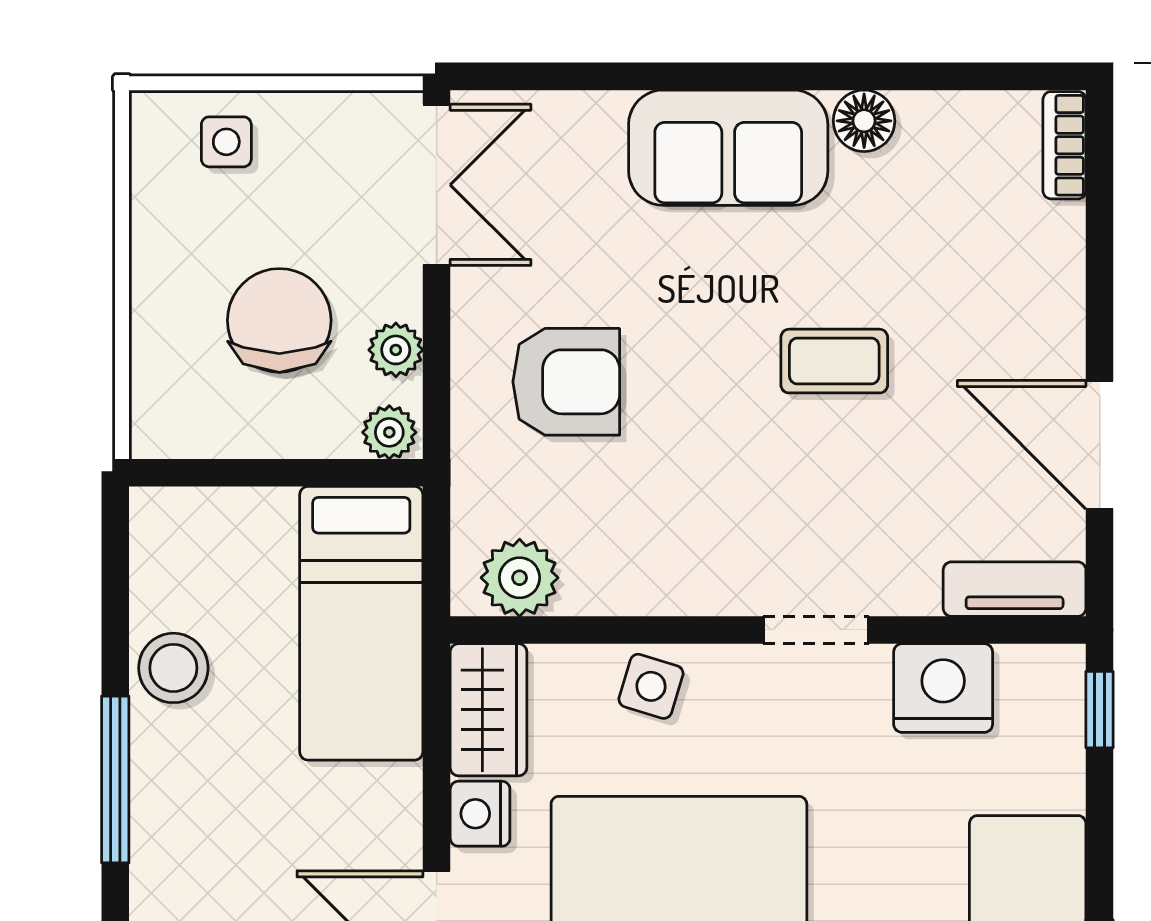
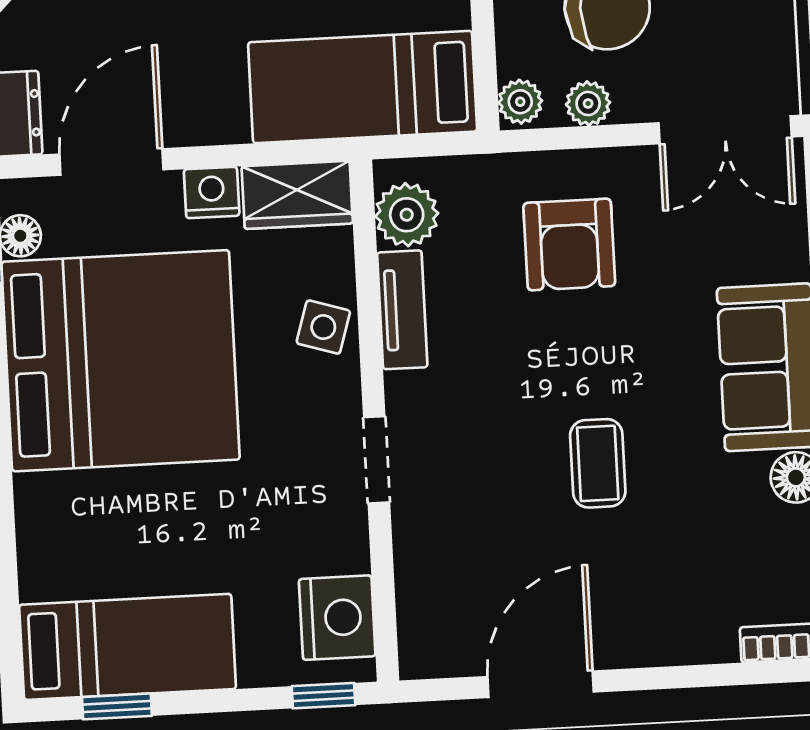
tv unit: (1015, 589) -> (402, 310), moved
nightstand: (943, 688) -> (337, 618), moved

